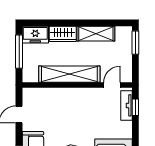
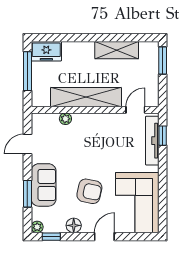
wardrobe: (63, 34) -> (78, 50), removed
plant: (52, 93) -> (65, 119), added
tv unit: (126, 105) -> (152, 141), width x1.41

